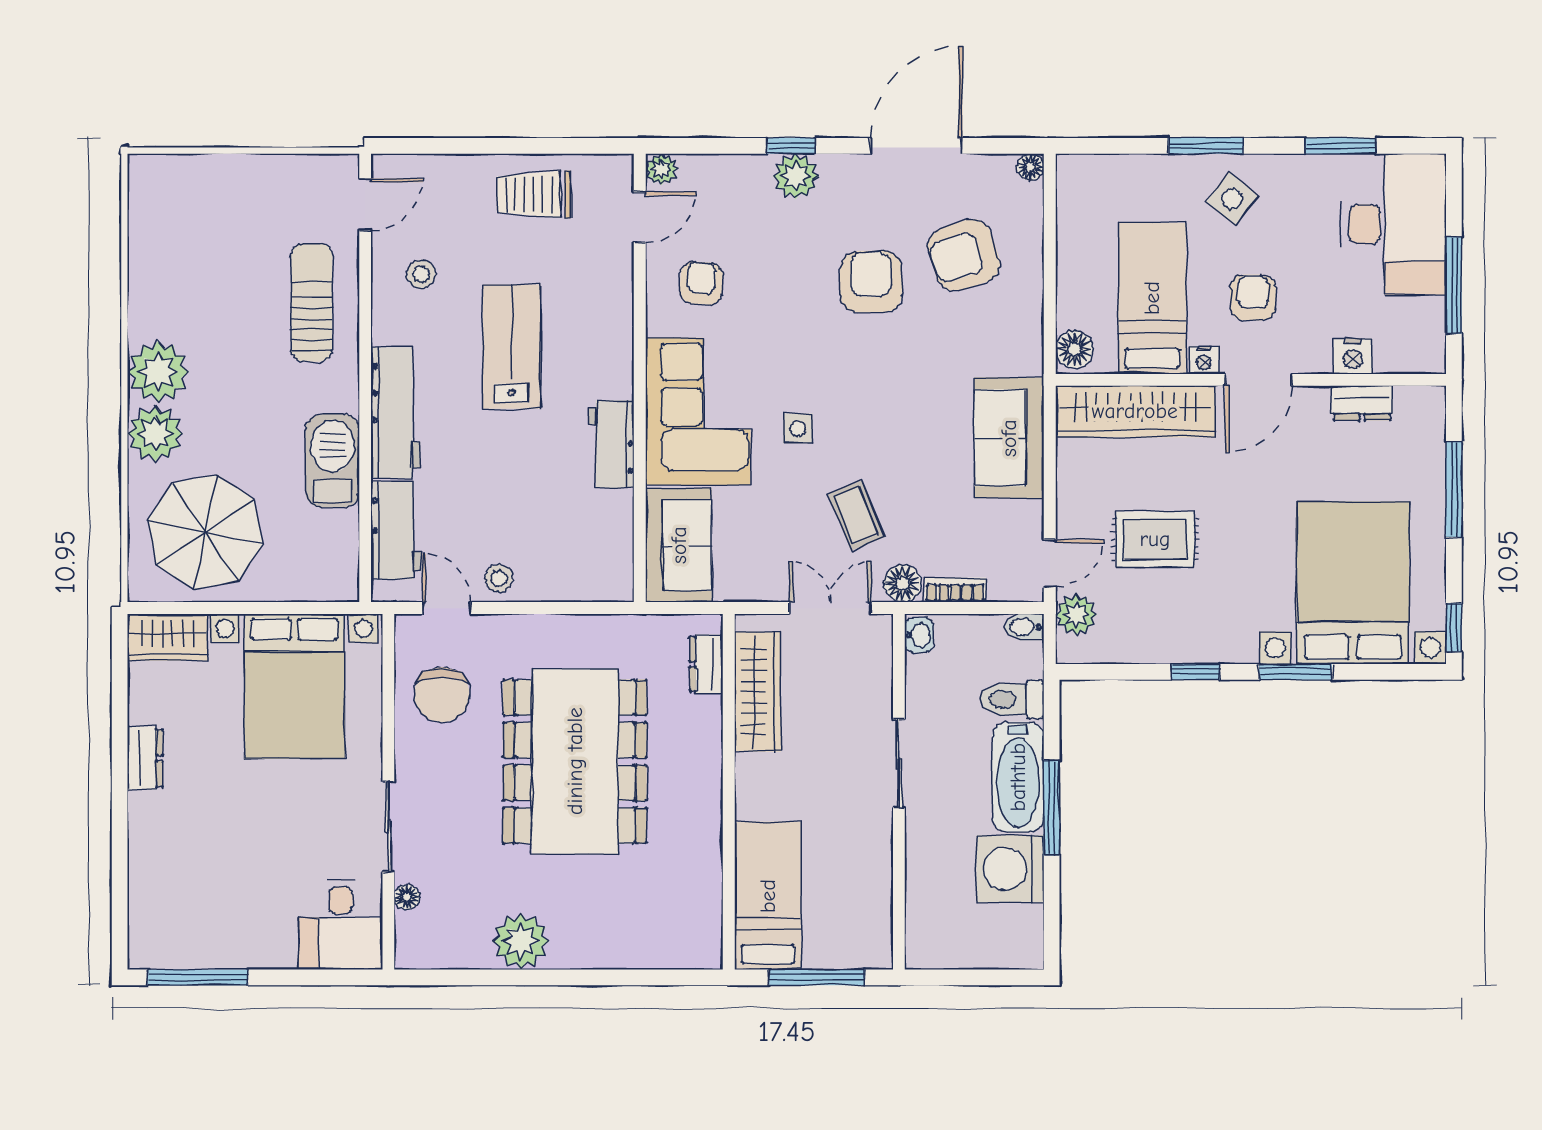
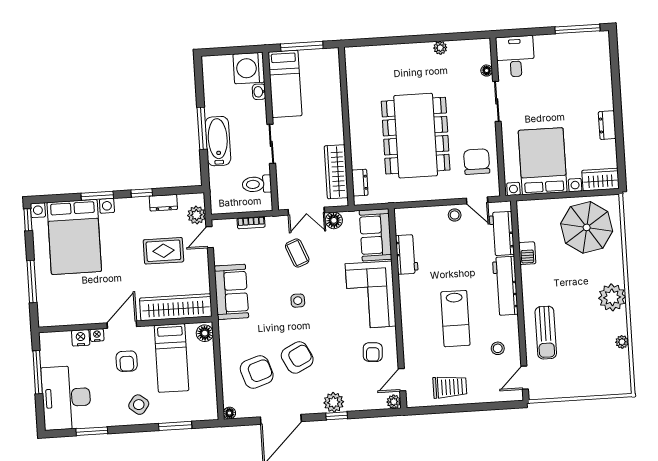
window: (1206, 146) -> (175, 426), moved
armchair: (871, 282) -> (297, 357), turned -117
nightstand: (1204, 360) -> (97, 335), moved
dresser: (1362, 403) -> (163, 203), moved, turned 180
side table: (798, 428) -> (298, 301), moved
plant: (155, 434) -> (622, 342), moved, width x0.53, depth x0.53
workbench: (611, 444) -> (407, 254), moved
barbecue: (332, 461) -> (527, 253), width x0.53, depth x0.65
floor lamp: (903, 583) -> (334, 220), moved
bidet: (1025, 627) -> (219, 208), removed
washbasin: (919, 635) -> (259, 92), moved
toilet: (1012, 699) -> (257, 184), moved, turned 180
washing machine: (1010, 869) -> (249, 68), moved, turned 180
bed: (768, 896) -> (285, 84), moved
plant: (521, 941) -> (440, 48), width x0.53, depth x0.53

